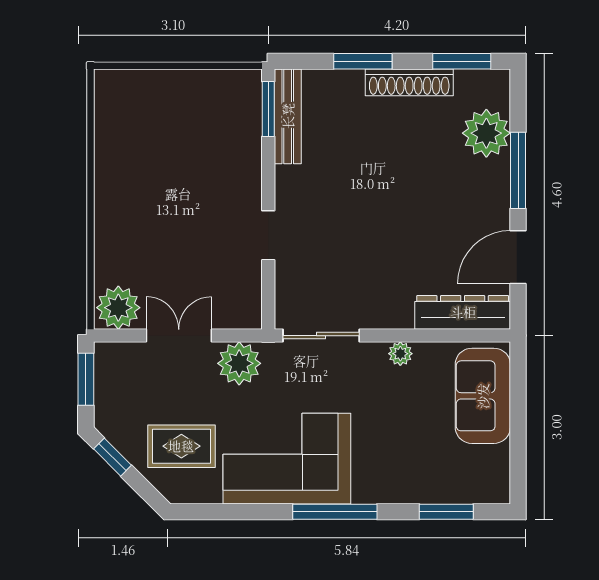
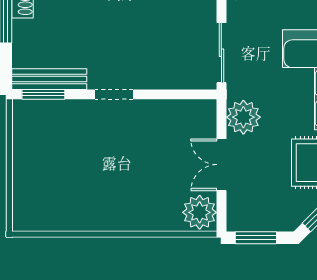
doorway: (268, 235) -> (114, 94), moved

